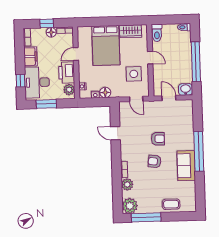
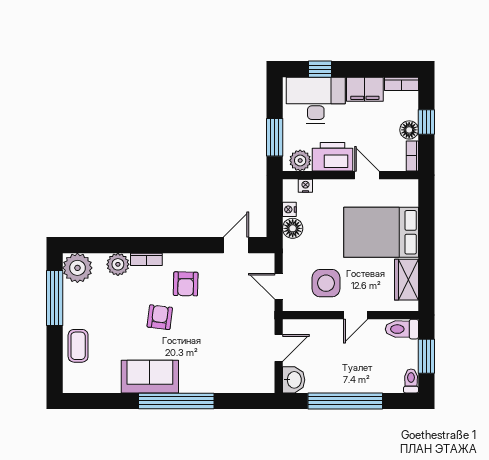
window: (171, 19) -> (426, 356), added
door: (136, 99) -> (279, 286), hinge flipped
window: (46, 104) -> (275, 137), moved
door: (115, 133) -> (236, 245), moved
armchair: (158, 139) -> (186, 284), moved

